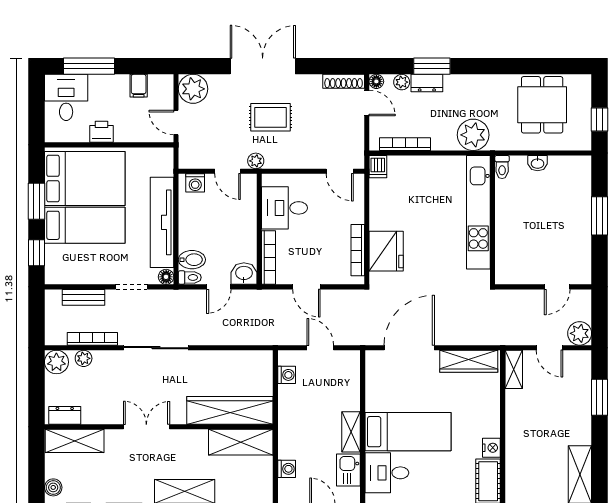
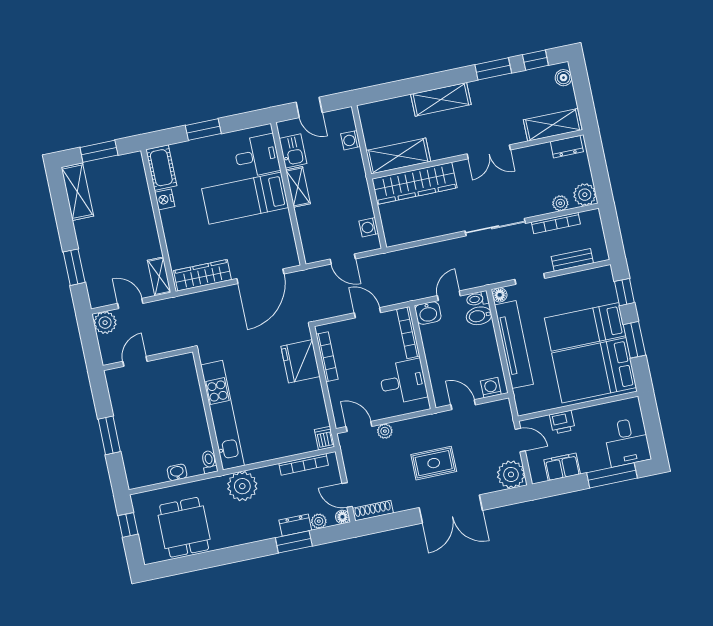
filing cabinet: (139, 86) -> (562, 467), width x2.00
printer: (101, 132) -> (562, 422), moved
plant: (256, 161) -> (385, 431), moved

